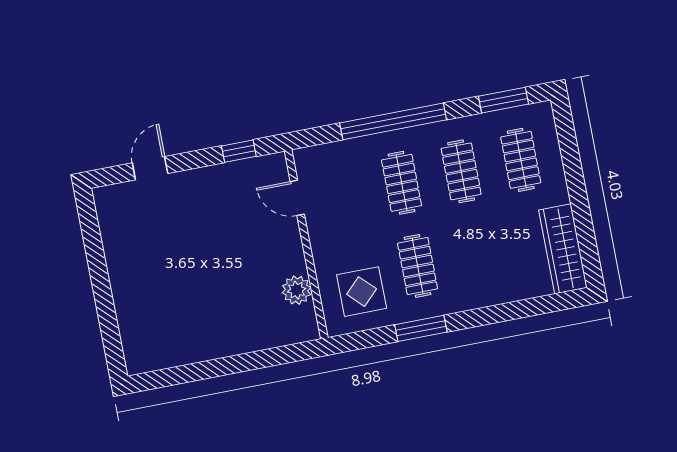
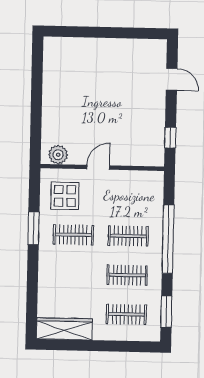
door: (297, 198) -> (98, 167), moved
plant: (297, 290) -> (58, 155), moved

